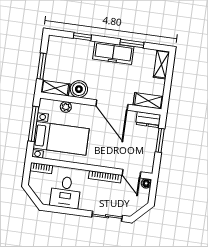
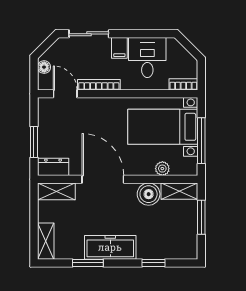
floor lamp: (146, 183) -> (44, 67), moved
filing cabinet: (86, 203) -> (119, 48), added

